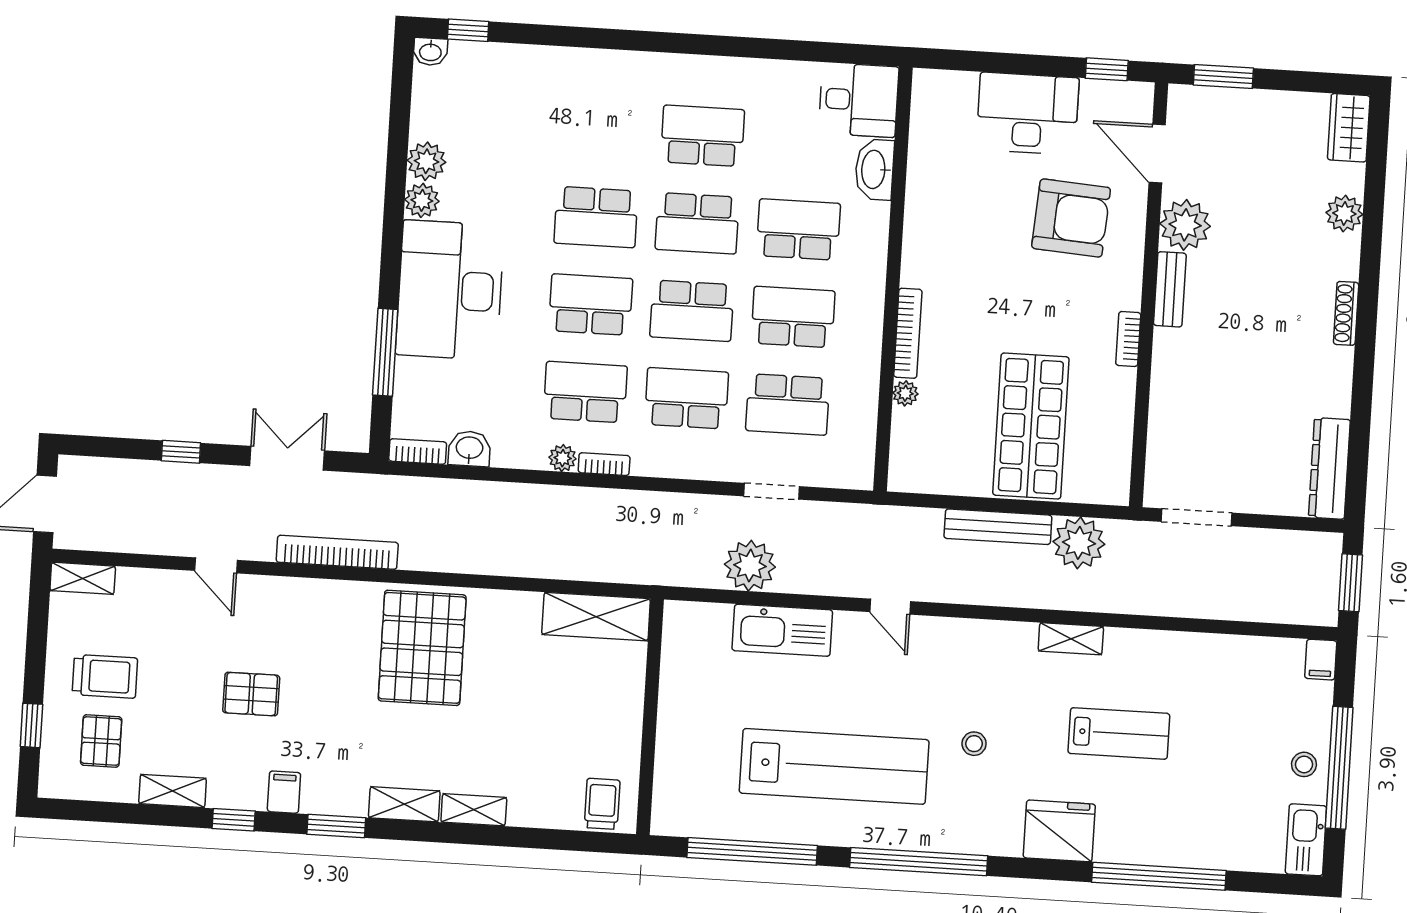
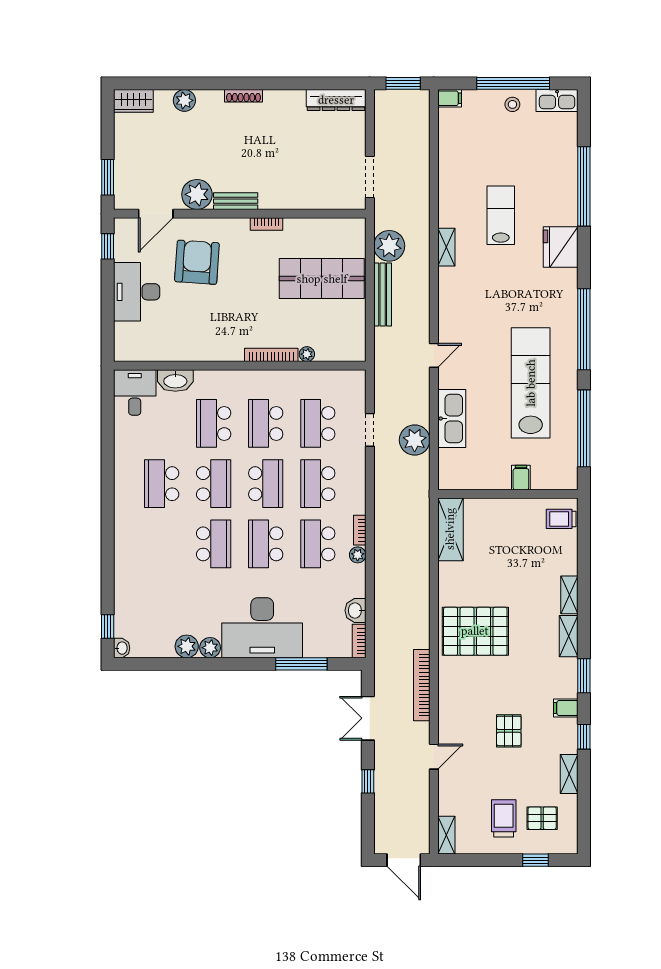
school desk: (788, 404) -> (318, 423), turned 180
filing cabinet: (676, 740) -> (521, 477), added
stool: (974, 744) -> (512, 301), removed

